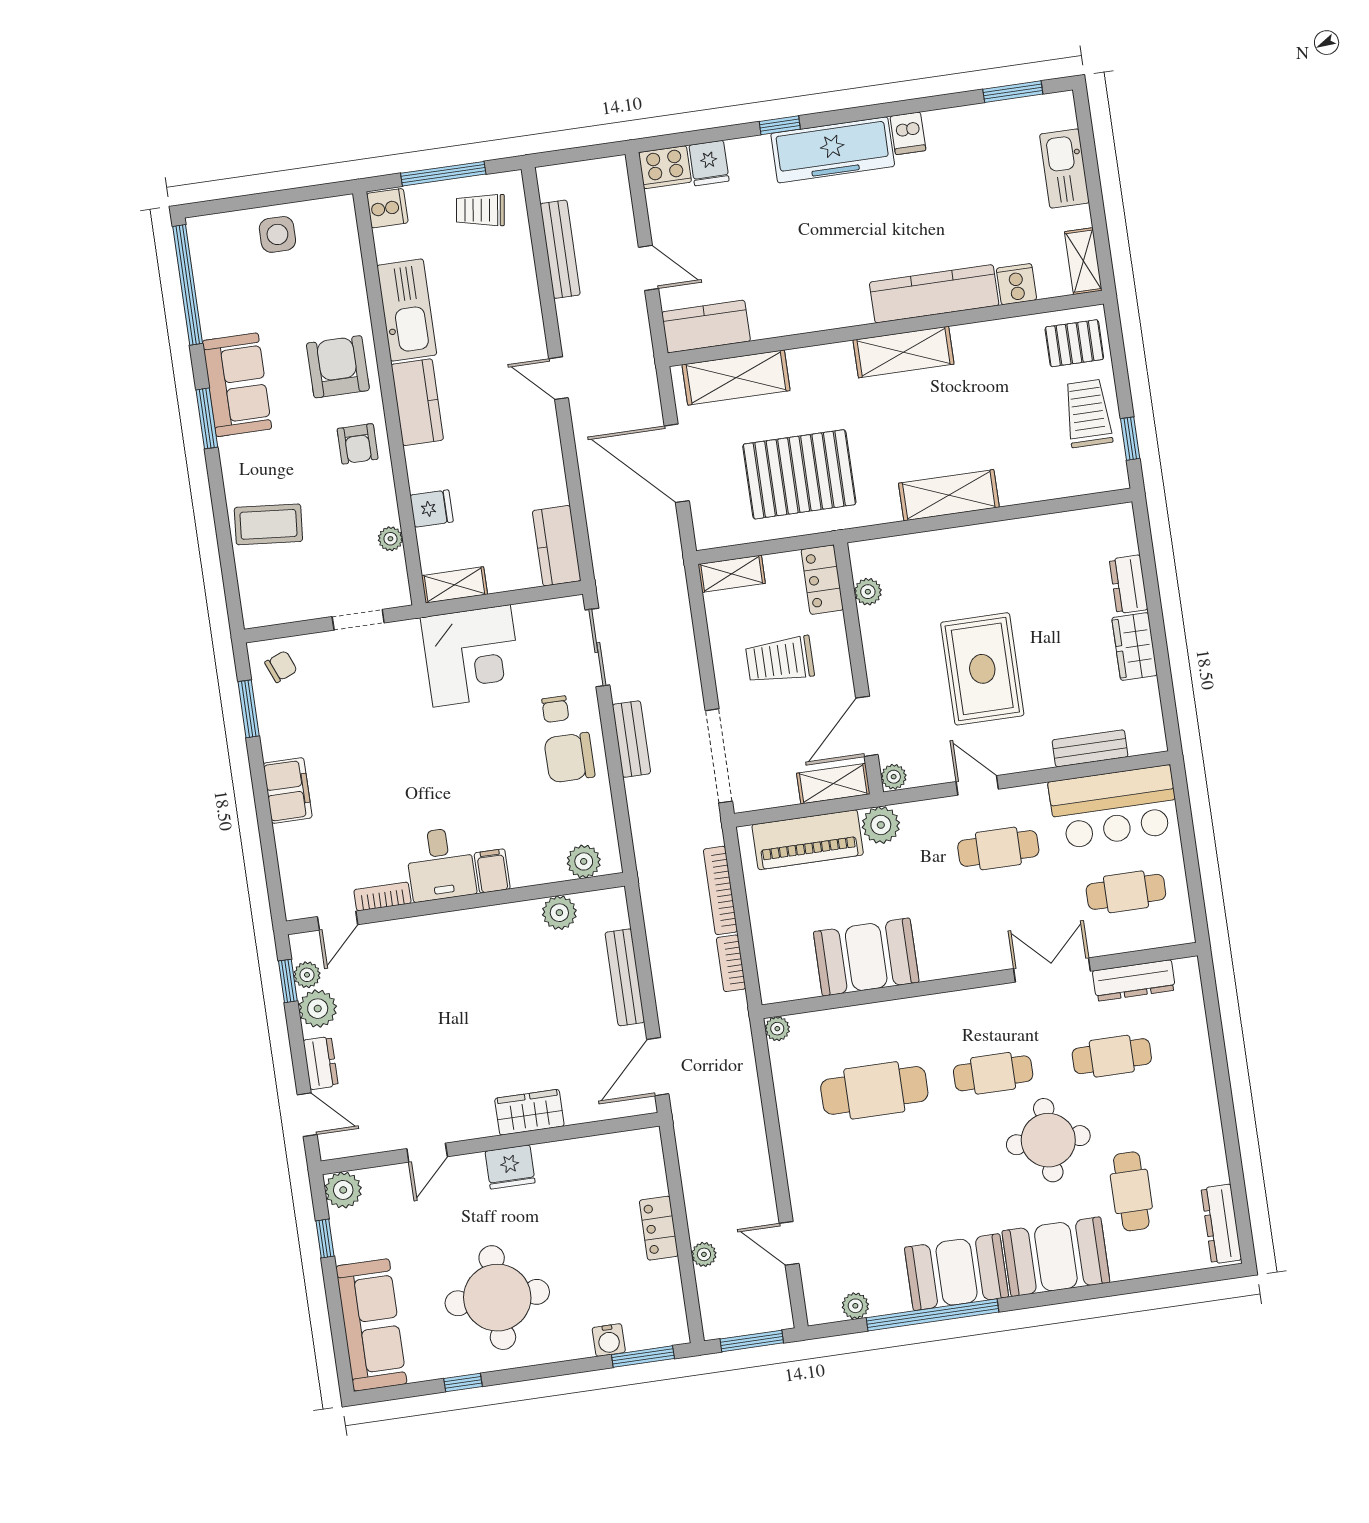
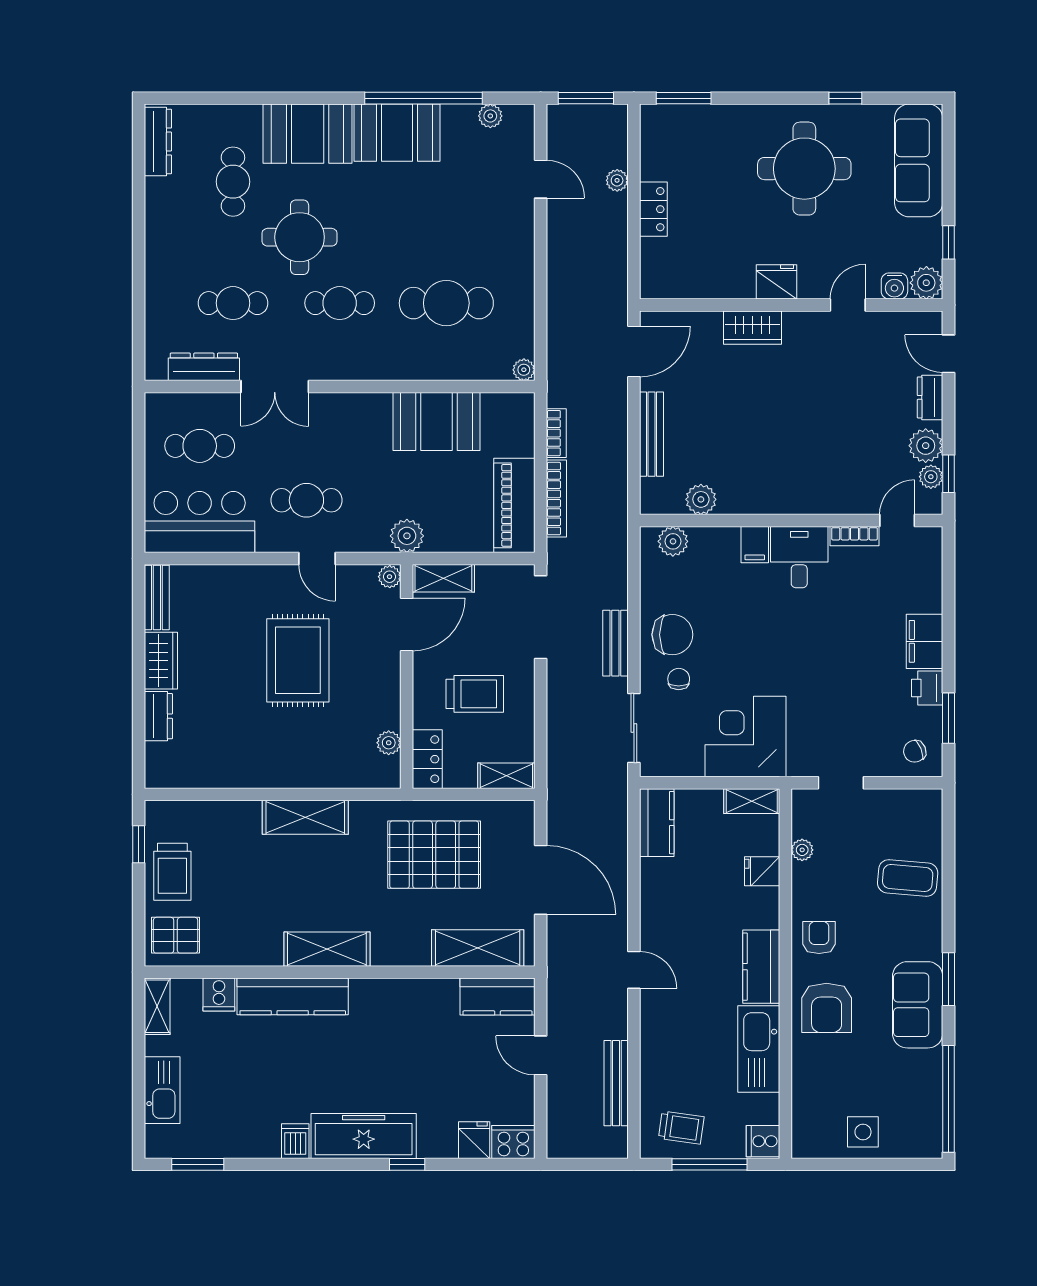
printer: (277, 739) -> (927, 688), added
bench: (1090, 748) -> (157, 597), moved, turned 90
piano: (808, 840) -> (514, 505), moved, turned -90
water cooler: (609, 1340) -> (894, 286), moved, turned 180

